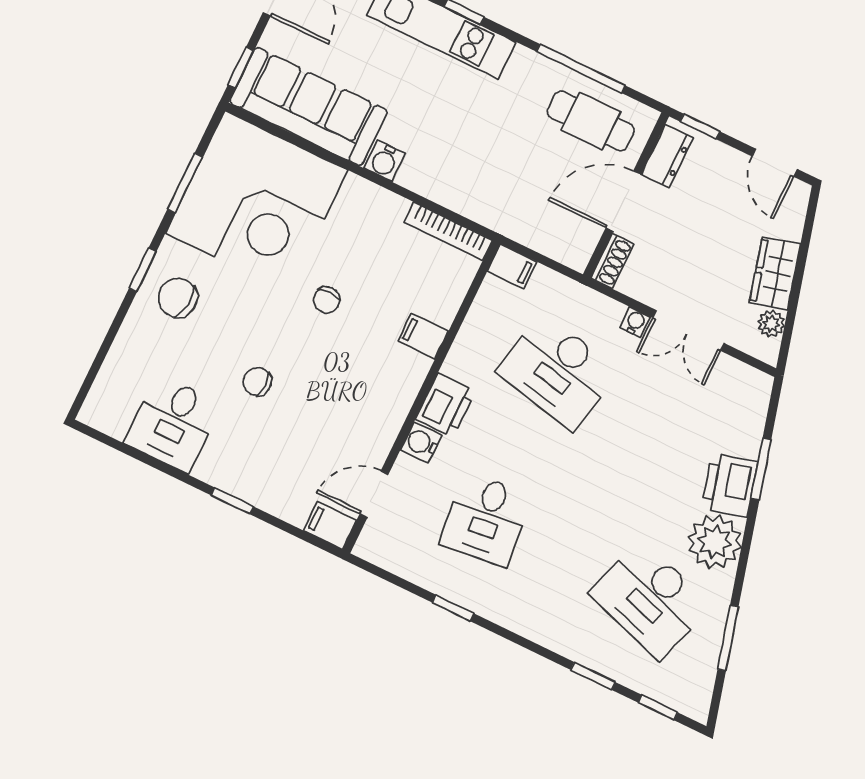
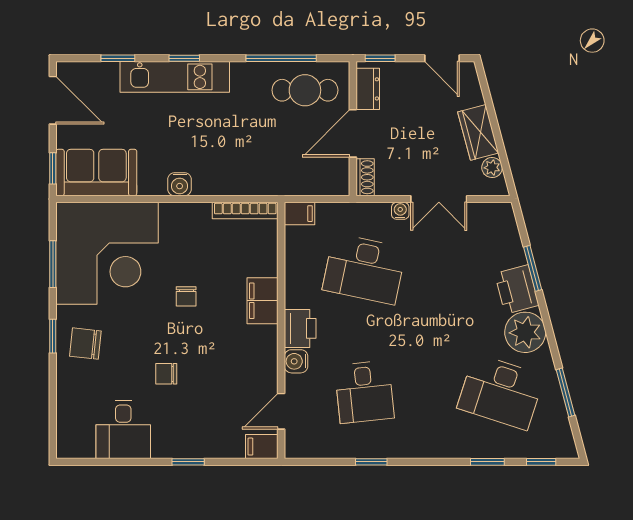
sofa: (308, 107) -> (96, 173), width x0.73
filing cabinet: (423, 336) -> (263, 301), width x2.00

